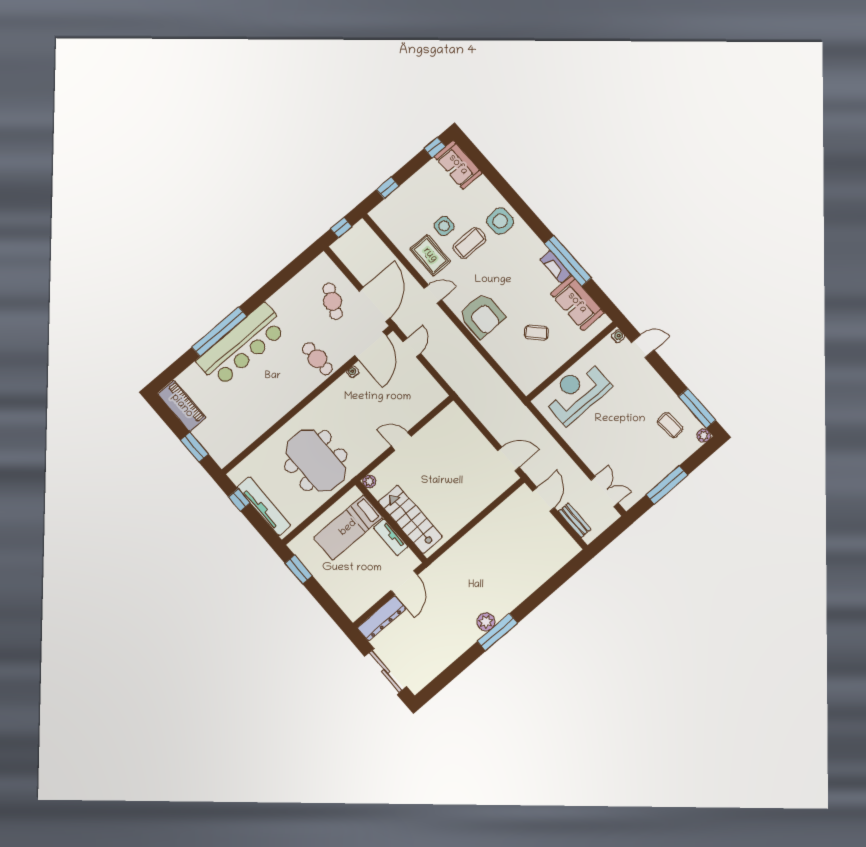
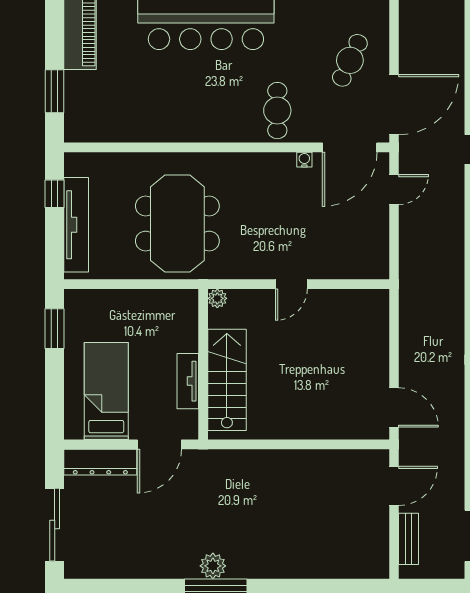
door: (401, 441) -> (291, 284), swing flipped
bed: (348, 528) -> (106, 391), moved, turned 90

